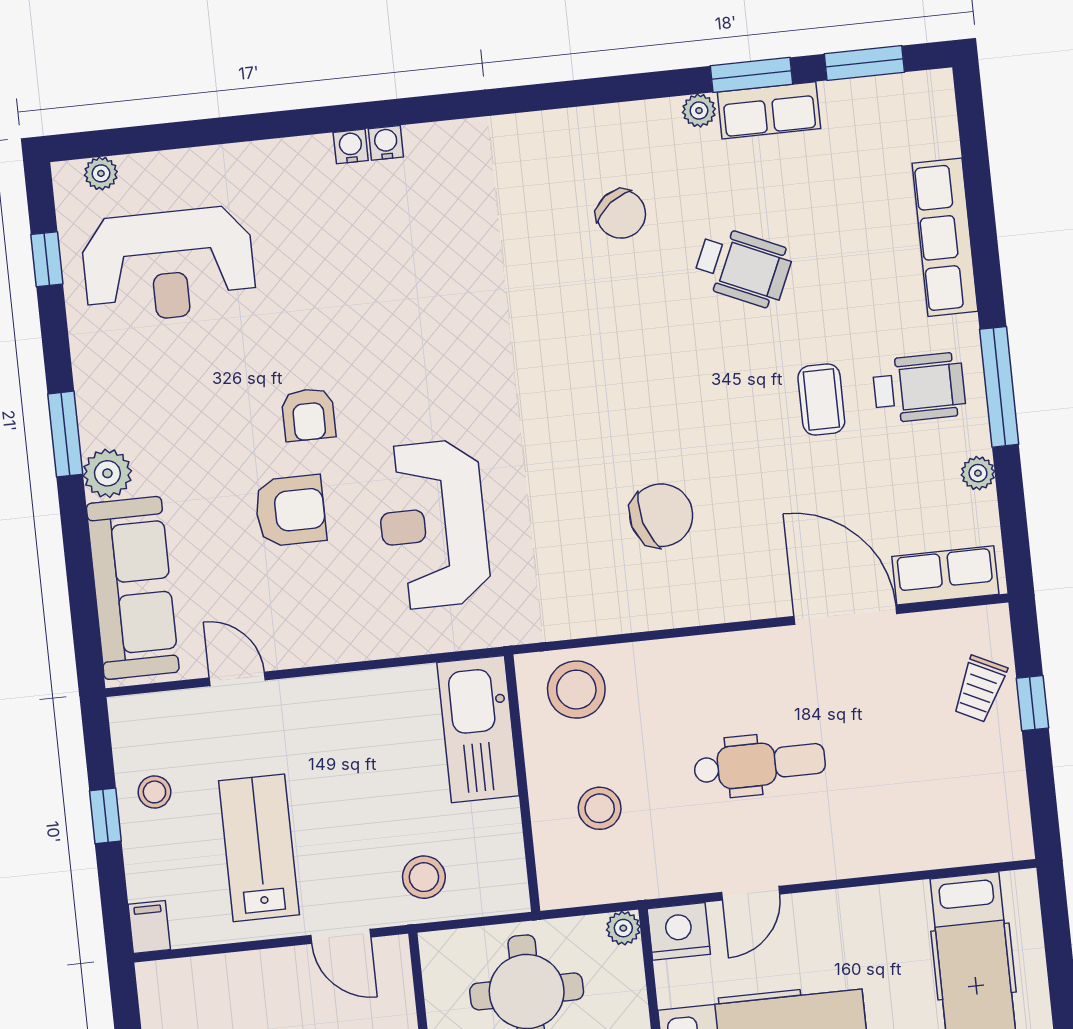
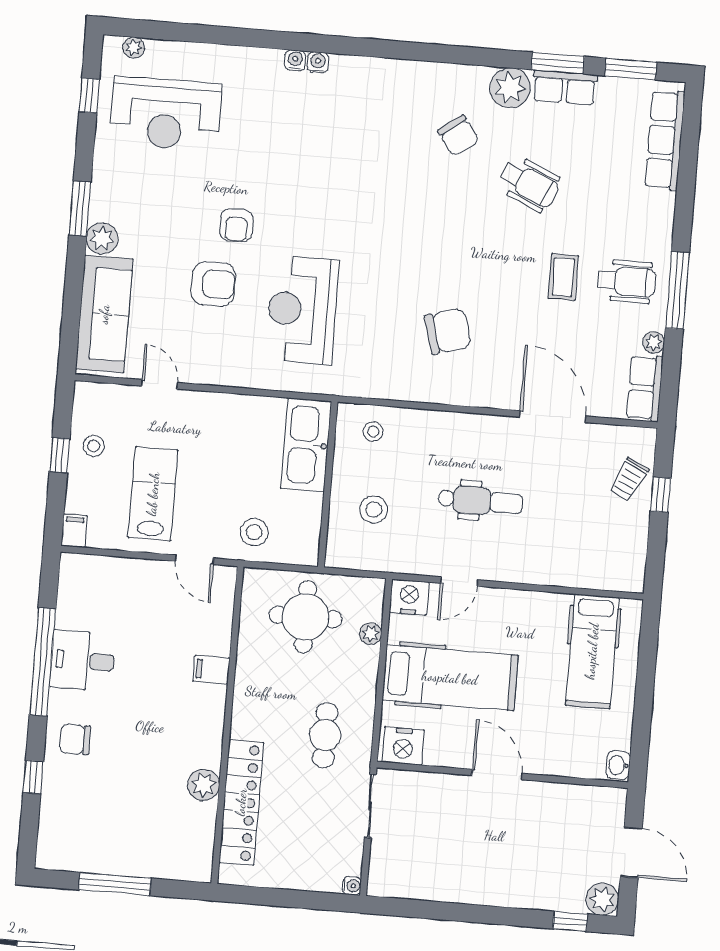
plant: (699, 111) -> (510, 88), width x1.87, depth x1.87
row of seats: (945, 237) -> (665, 140), moved
row of seats: (945, 575) -> (645, 388), moved, turned -90
stool: (576, 690) -> (373, 432), width x0.53, depth x0.53
plant: (623, 928) -> (371, 634), moved

